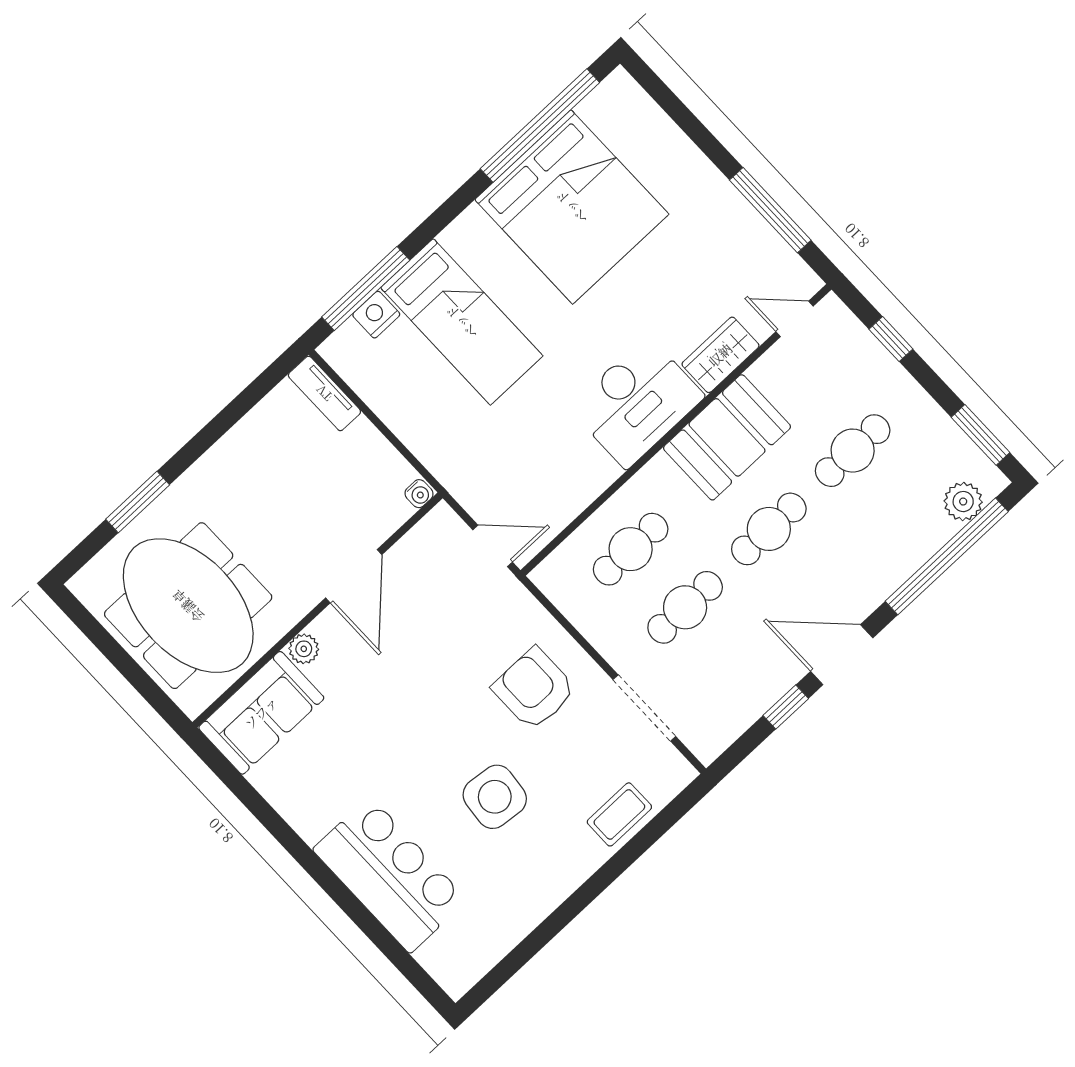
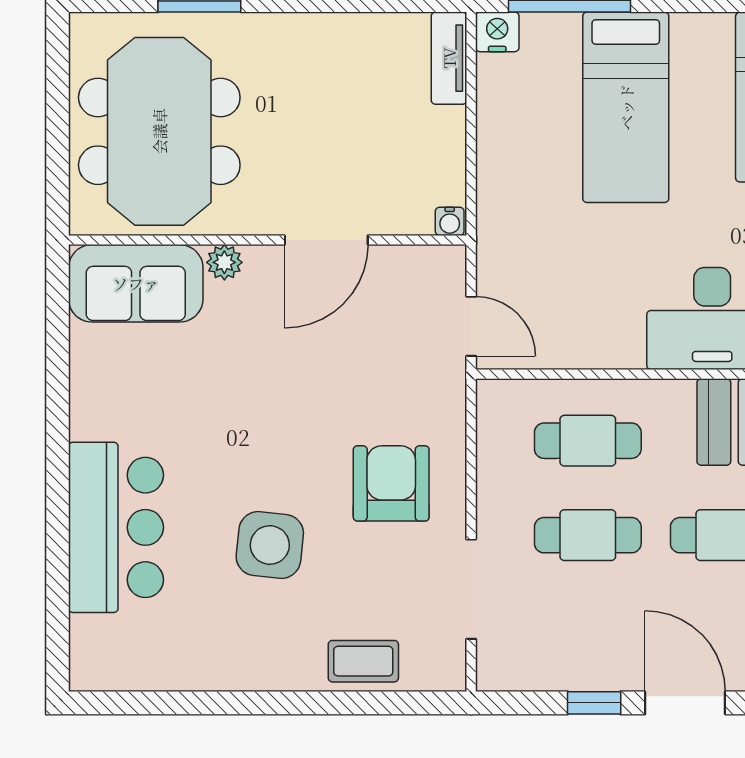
nightstand: (376, 315) -> (497, 32), moved

